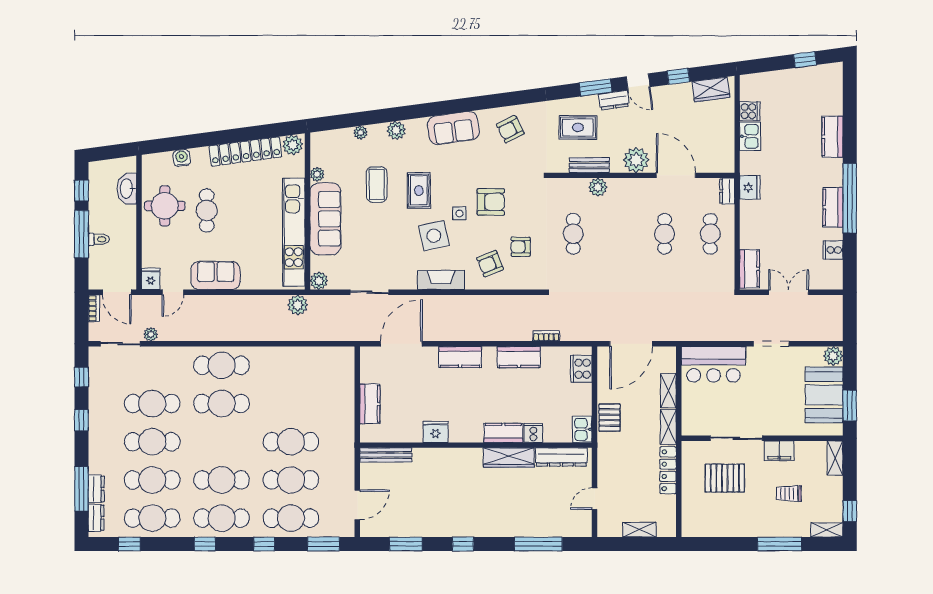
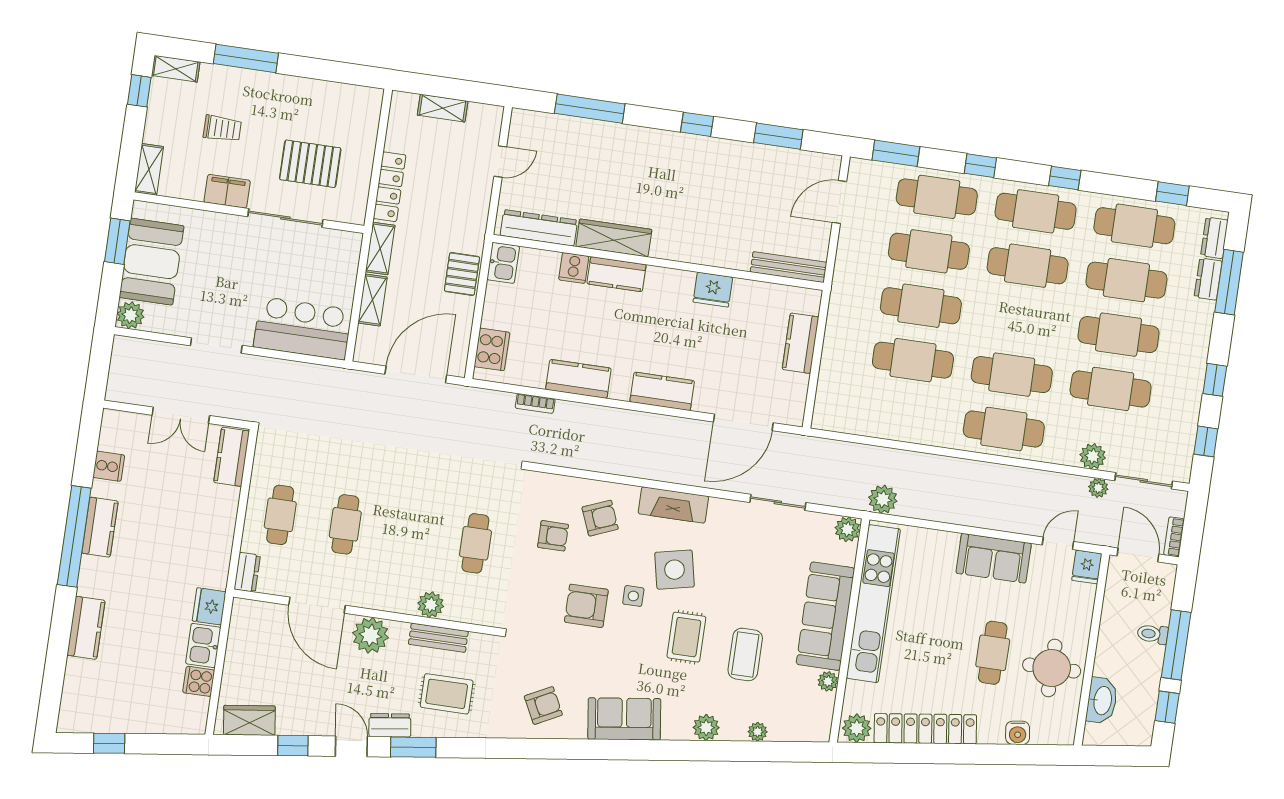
fridge: (750, 187) -> (209, 606), moved
plant: (158, 355) -> (1093, 456), added
cafe table: (291, 404) -> (913, 360), added

